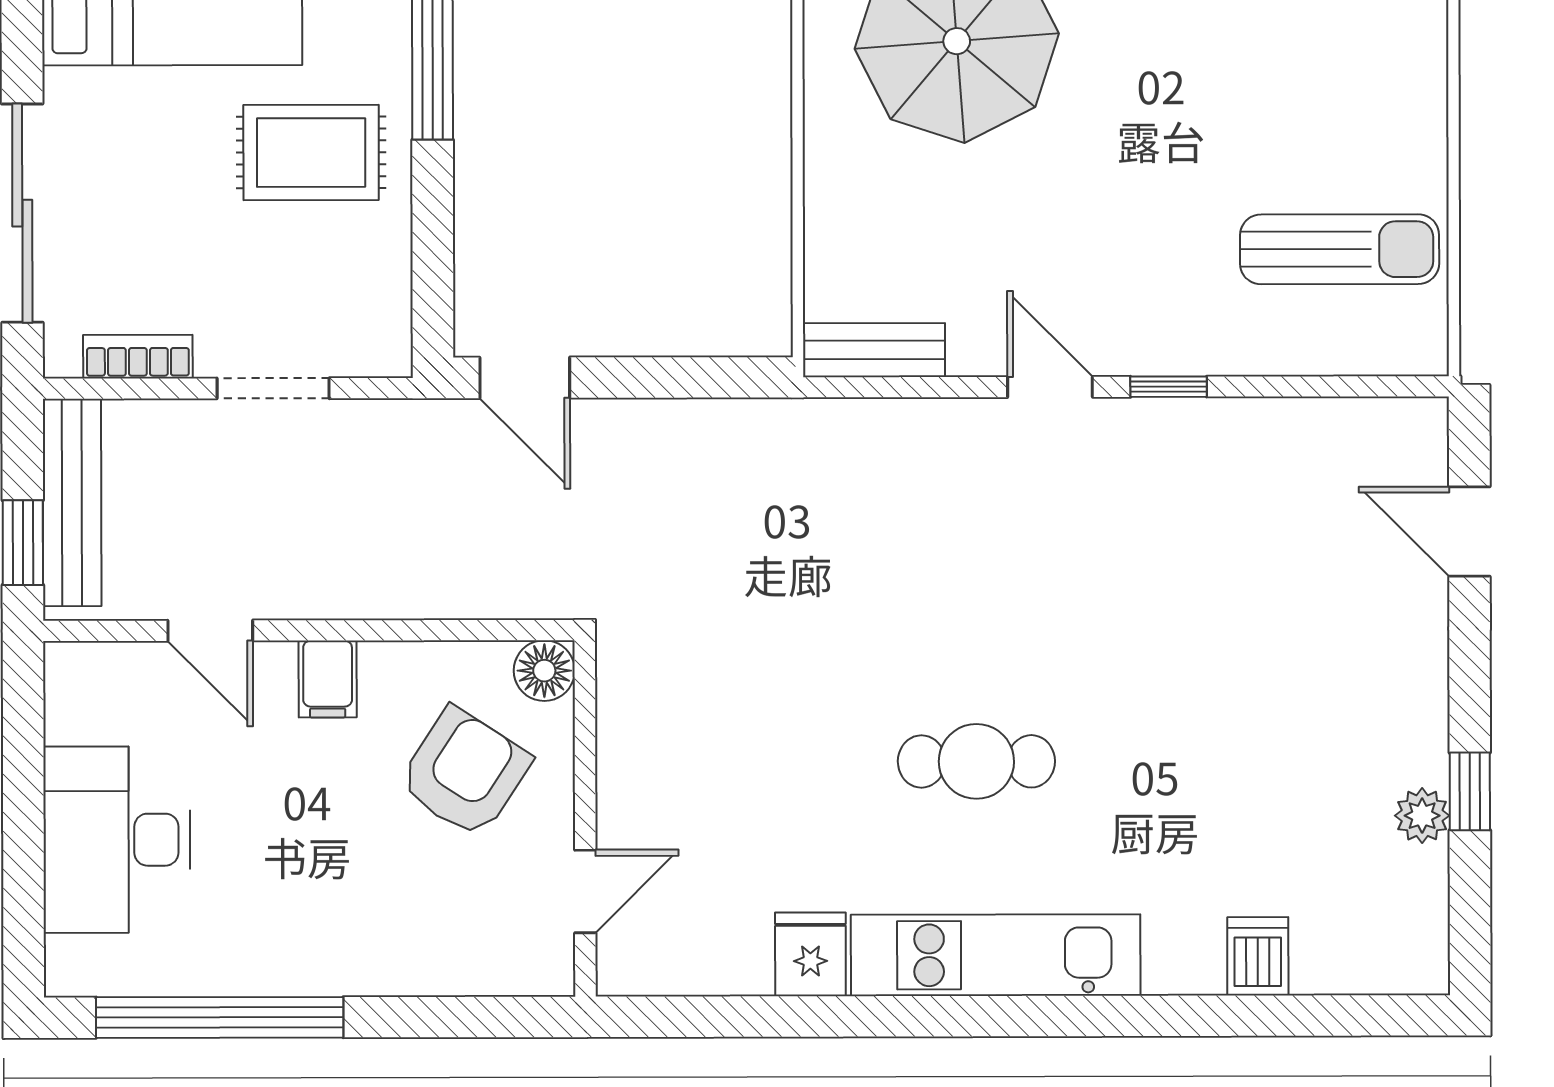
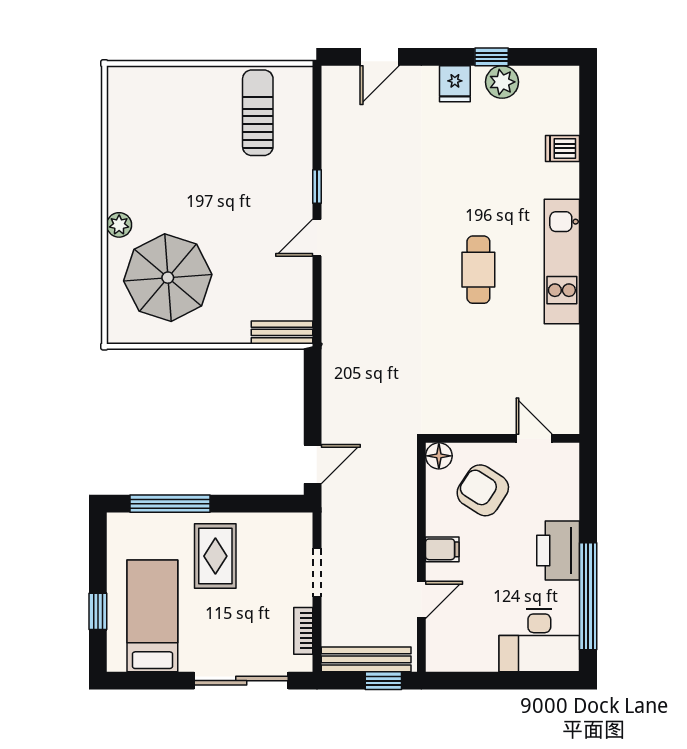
bench: (874, 350) -> (282, 332), moved, turned 90
plant: (1422, 816) -> (502, 82), width x1.38, depth x1.38
desk: (117, 840) -> (539, 640), moved
printer: (325, 948) -> (558, 551), added
fridge: (810, 954) -> (455, 84), moved, turned -90

